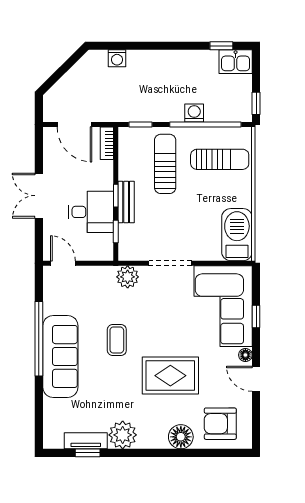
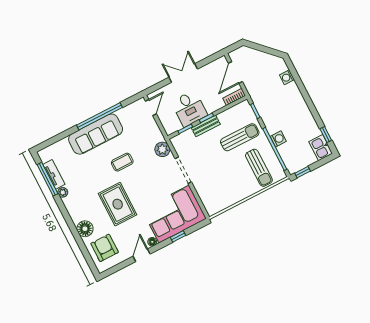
barbecue: (237, 235) -> (220, 201), removed
plant: (123, 435) -> (63, 192), width x0.53, depth x0.53
window: (88, 453) -> (47, 179), width x2.17

